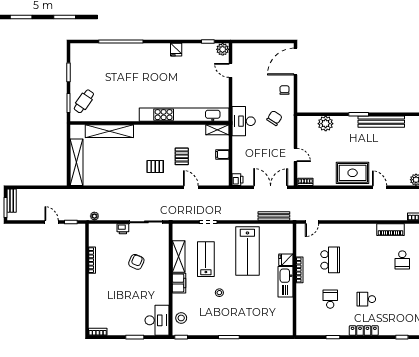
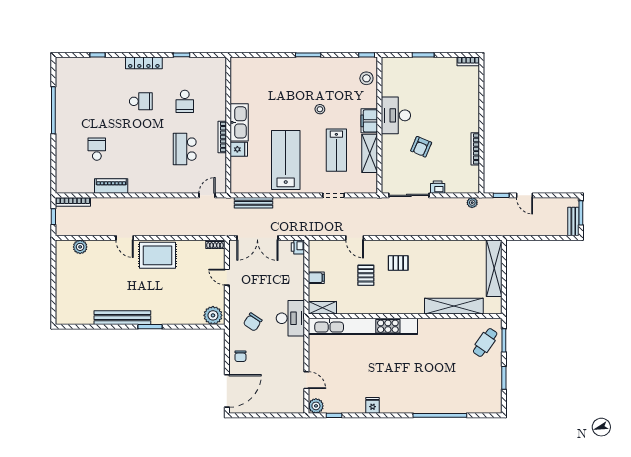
plant: (326, 124) -> (213, 315), moved
desk: (157, 320) -> (396, 115), moved

